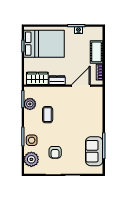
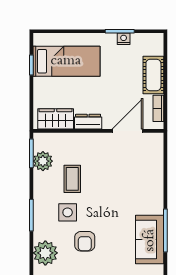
bed: (44, 44) -> (66, 61), width x0.67
side table: (32, 140) -> (68, 212), moved

